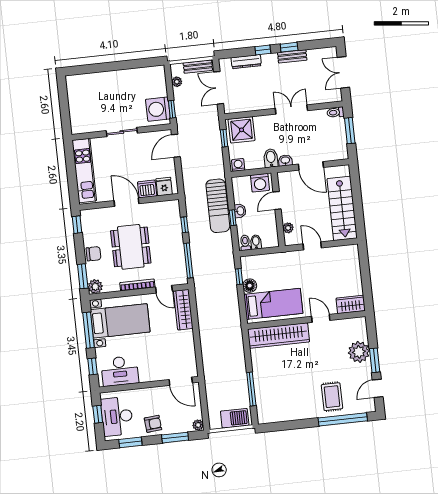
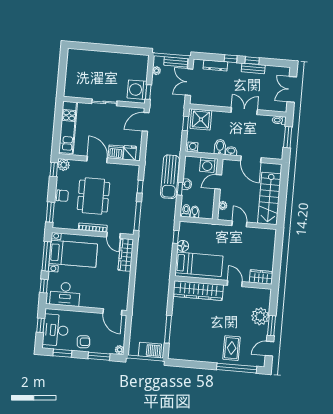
plant: (95, 287) -> (64, 165), moved

